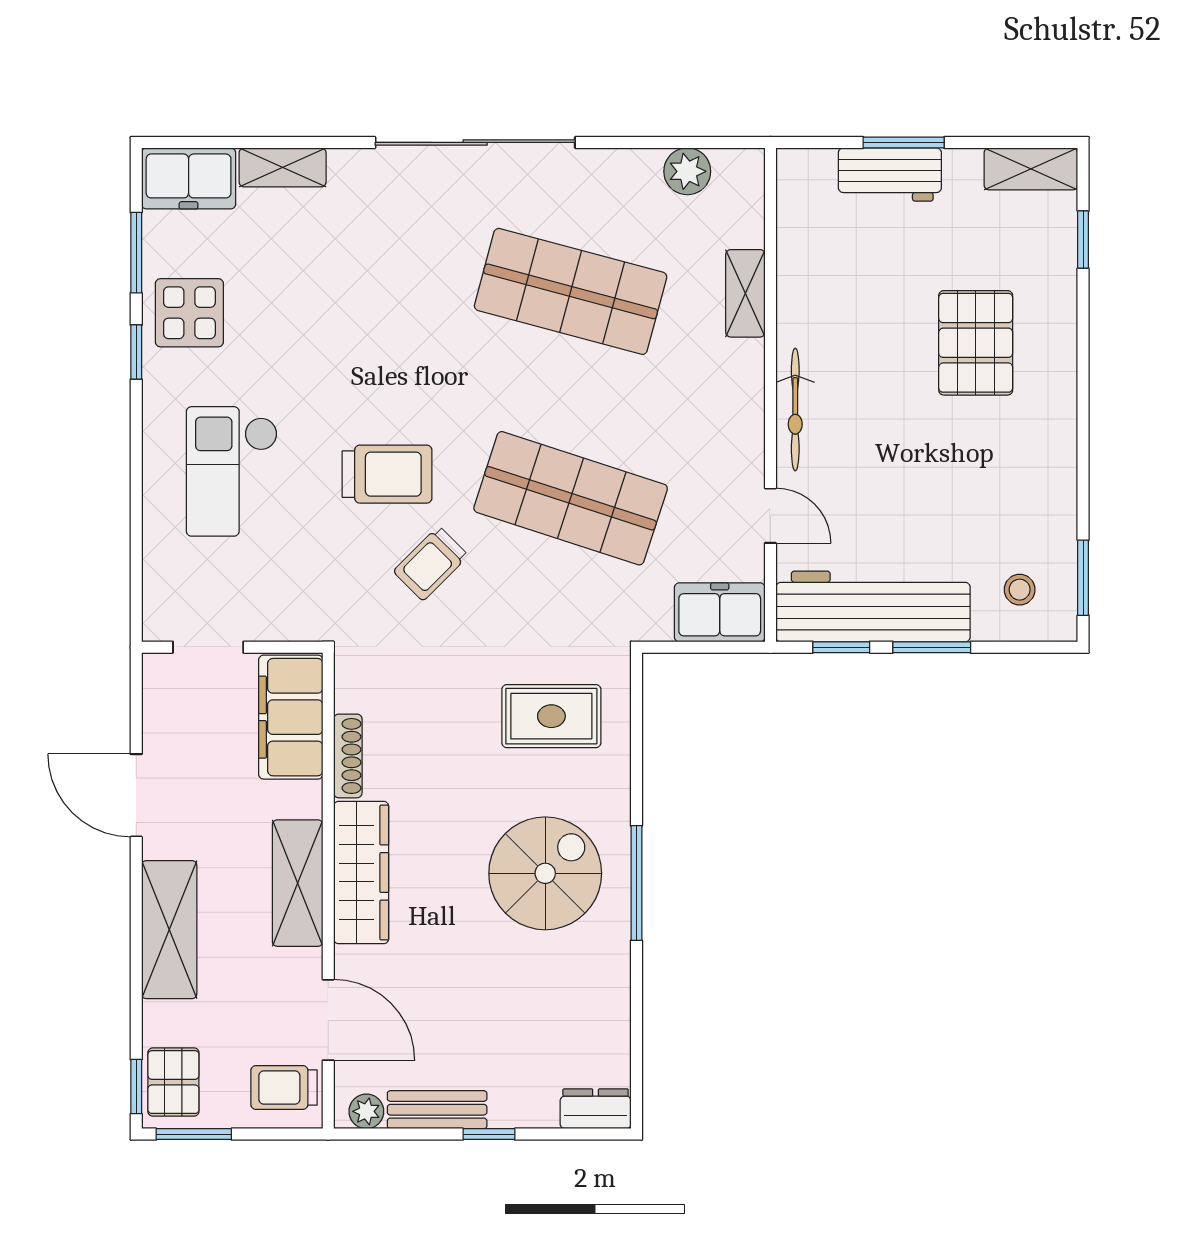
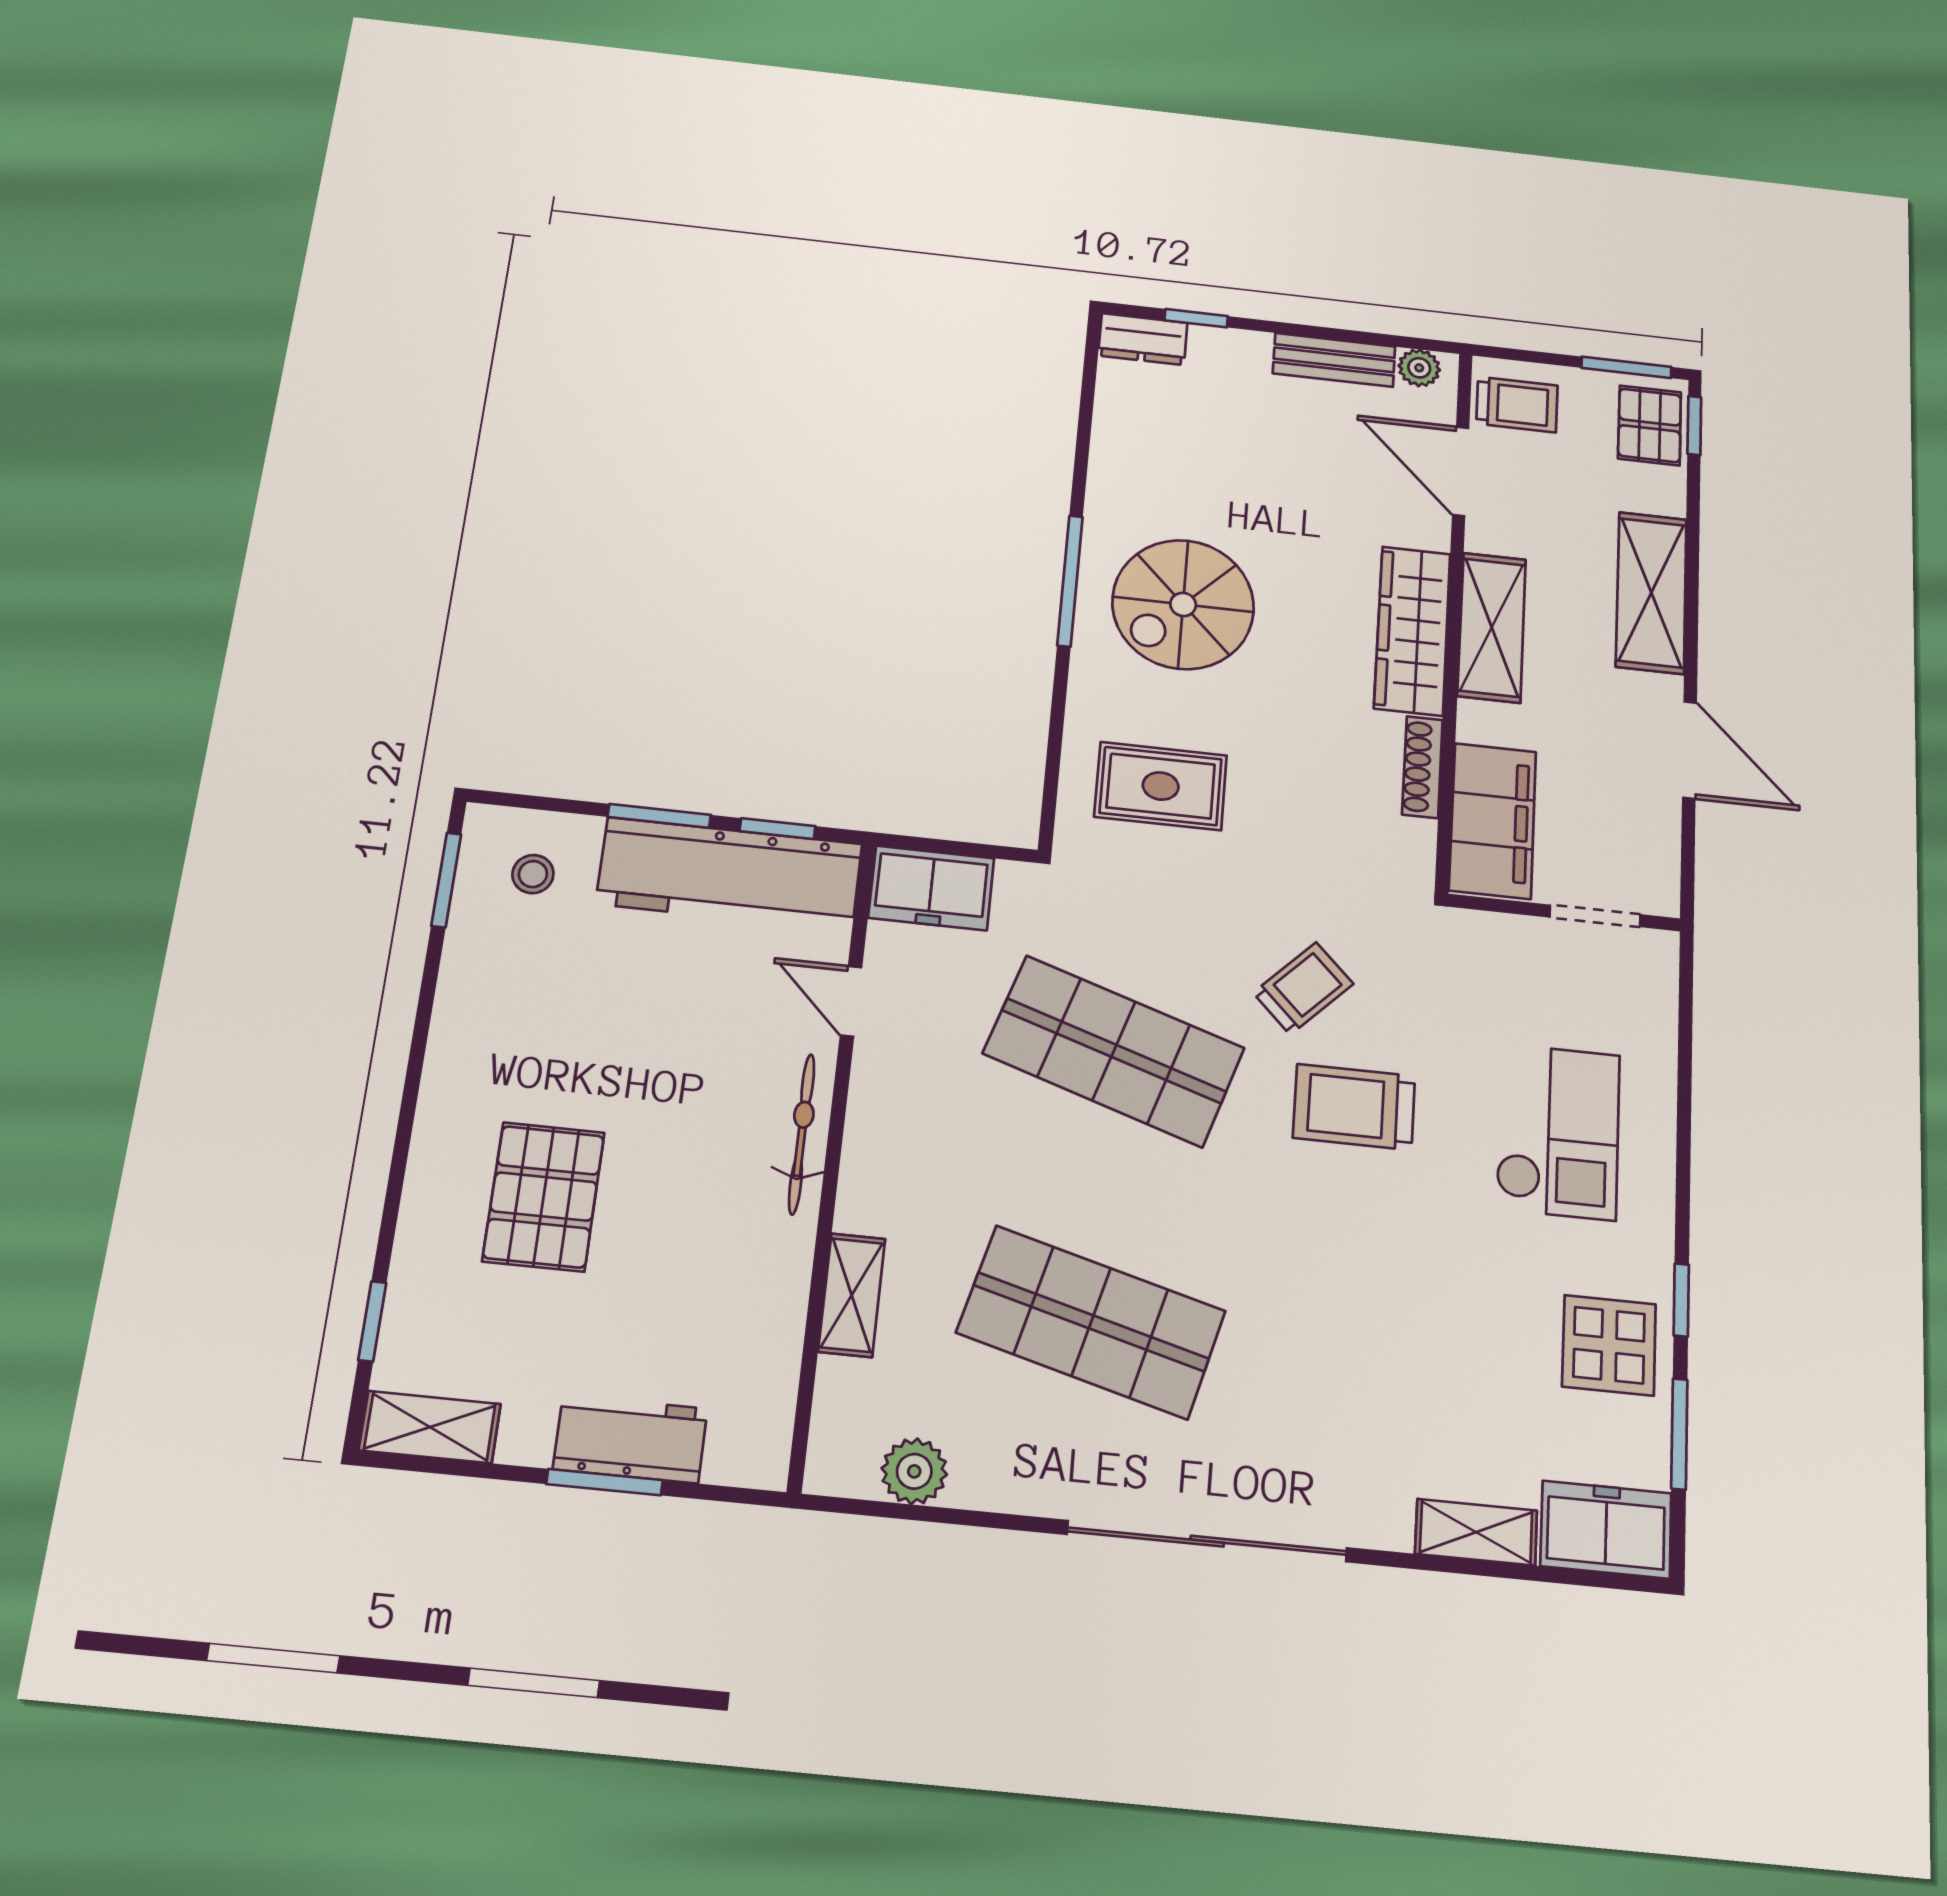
window: (489, 1134) -> (1196, 318), moved

